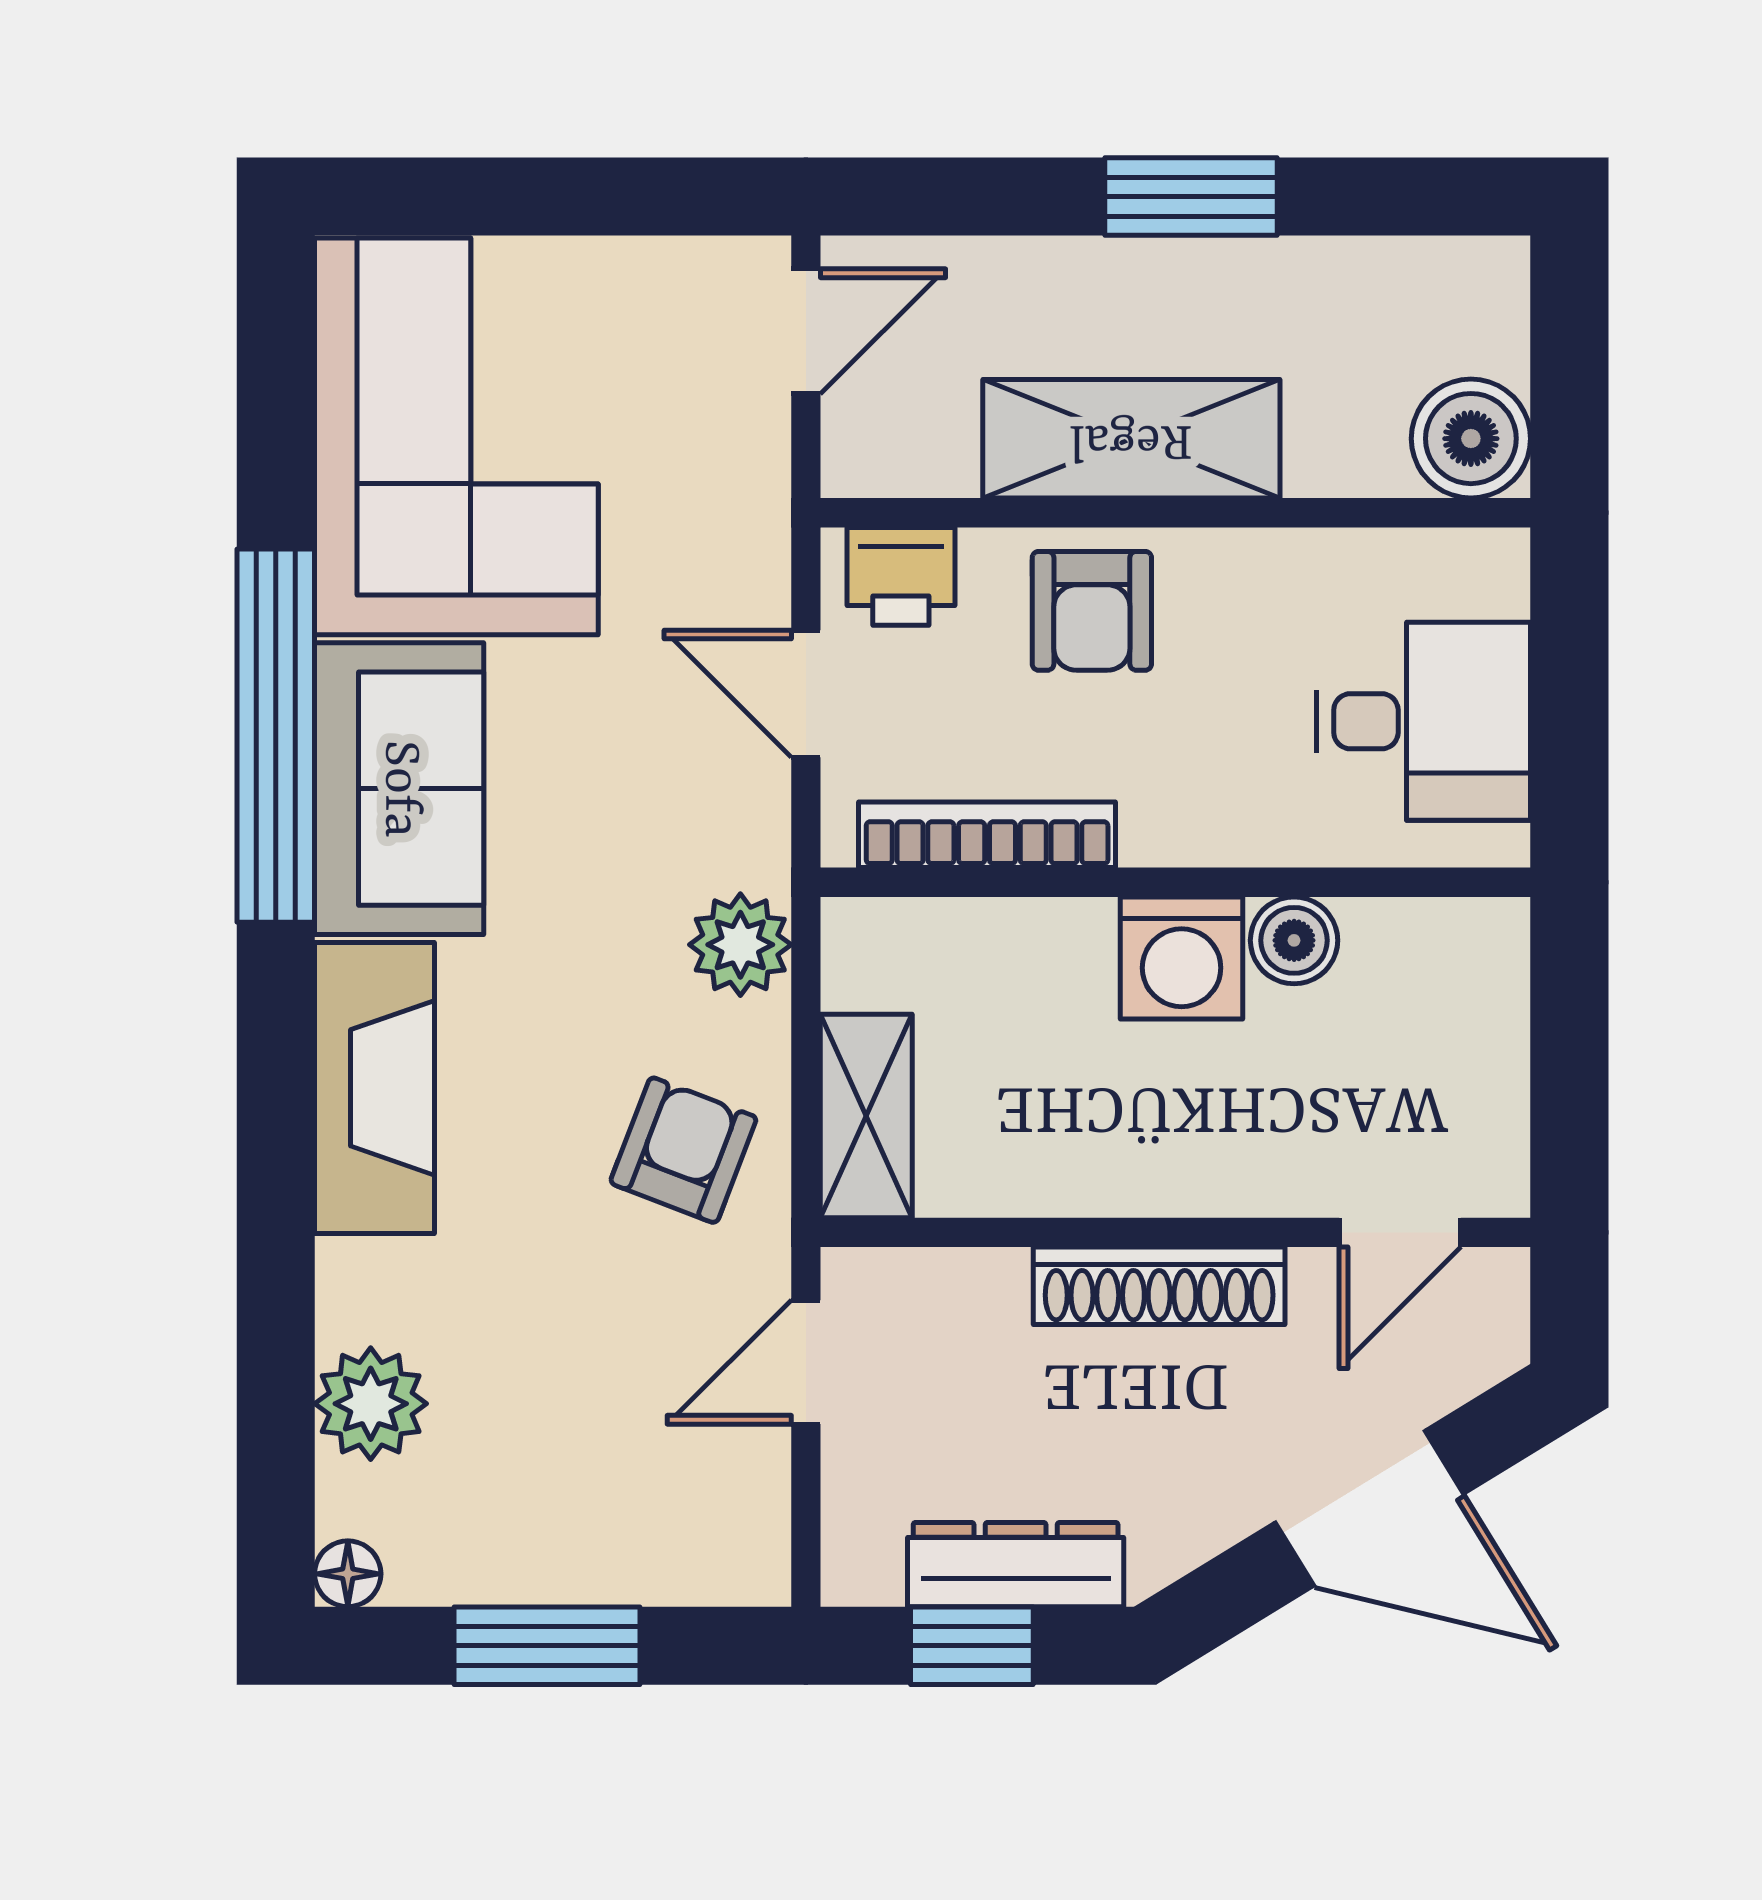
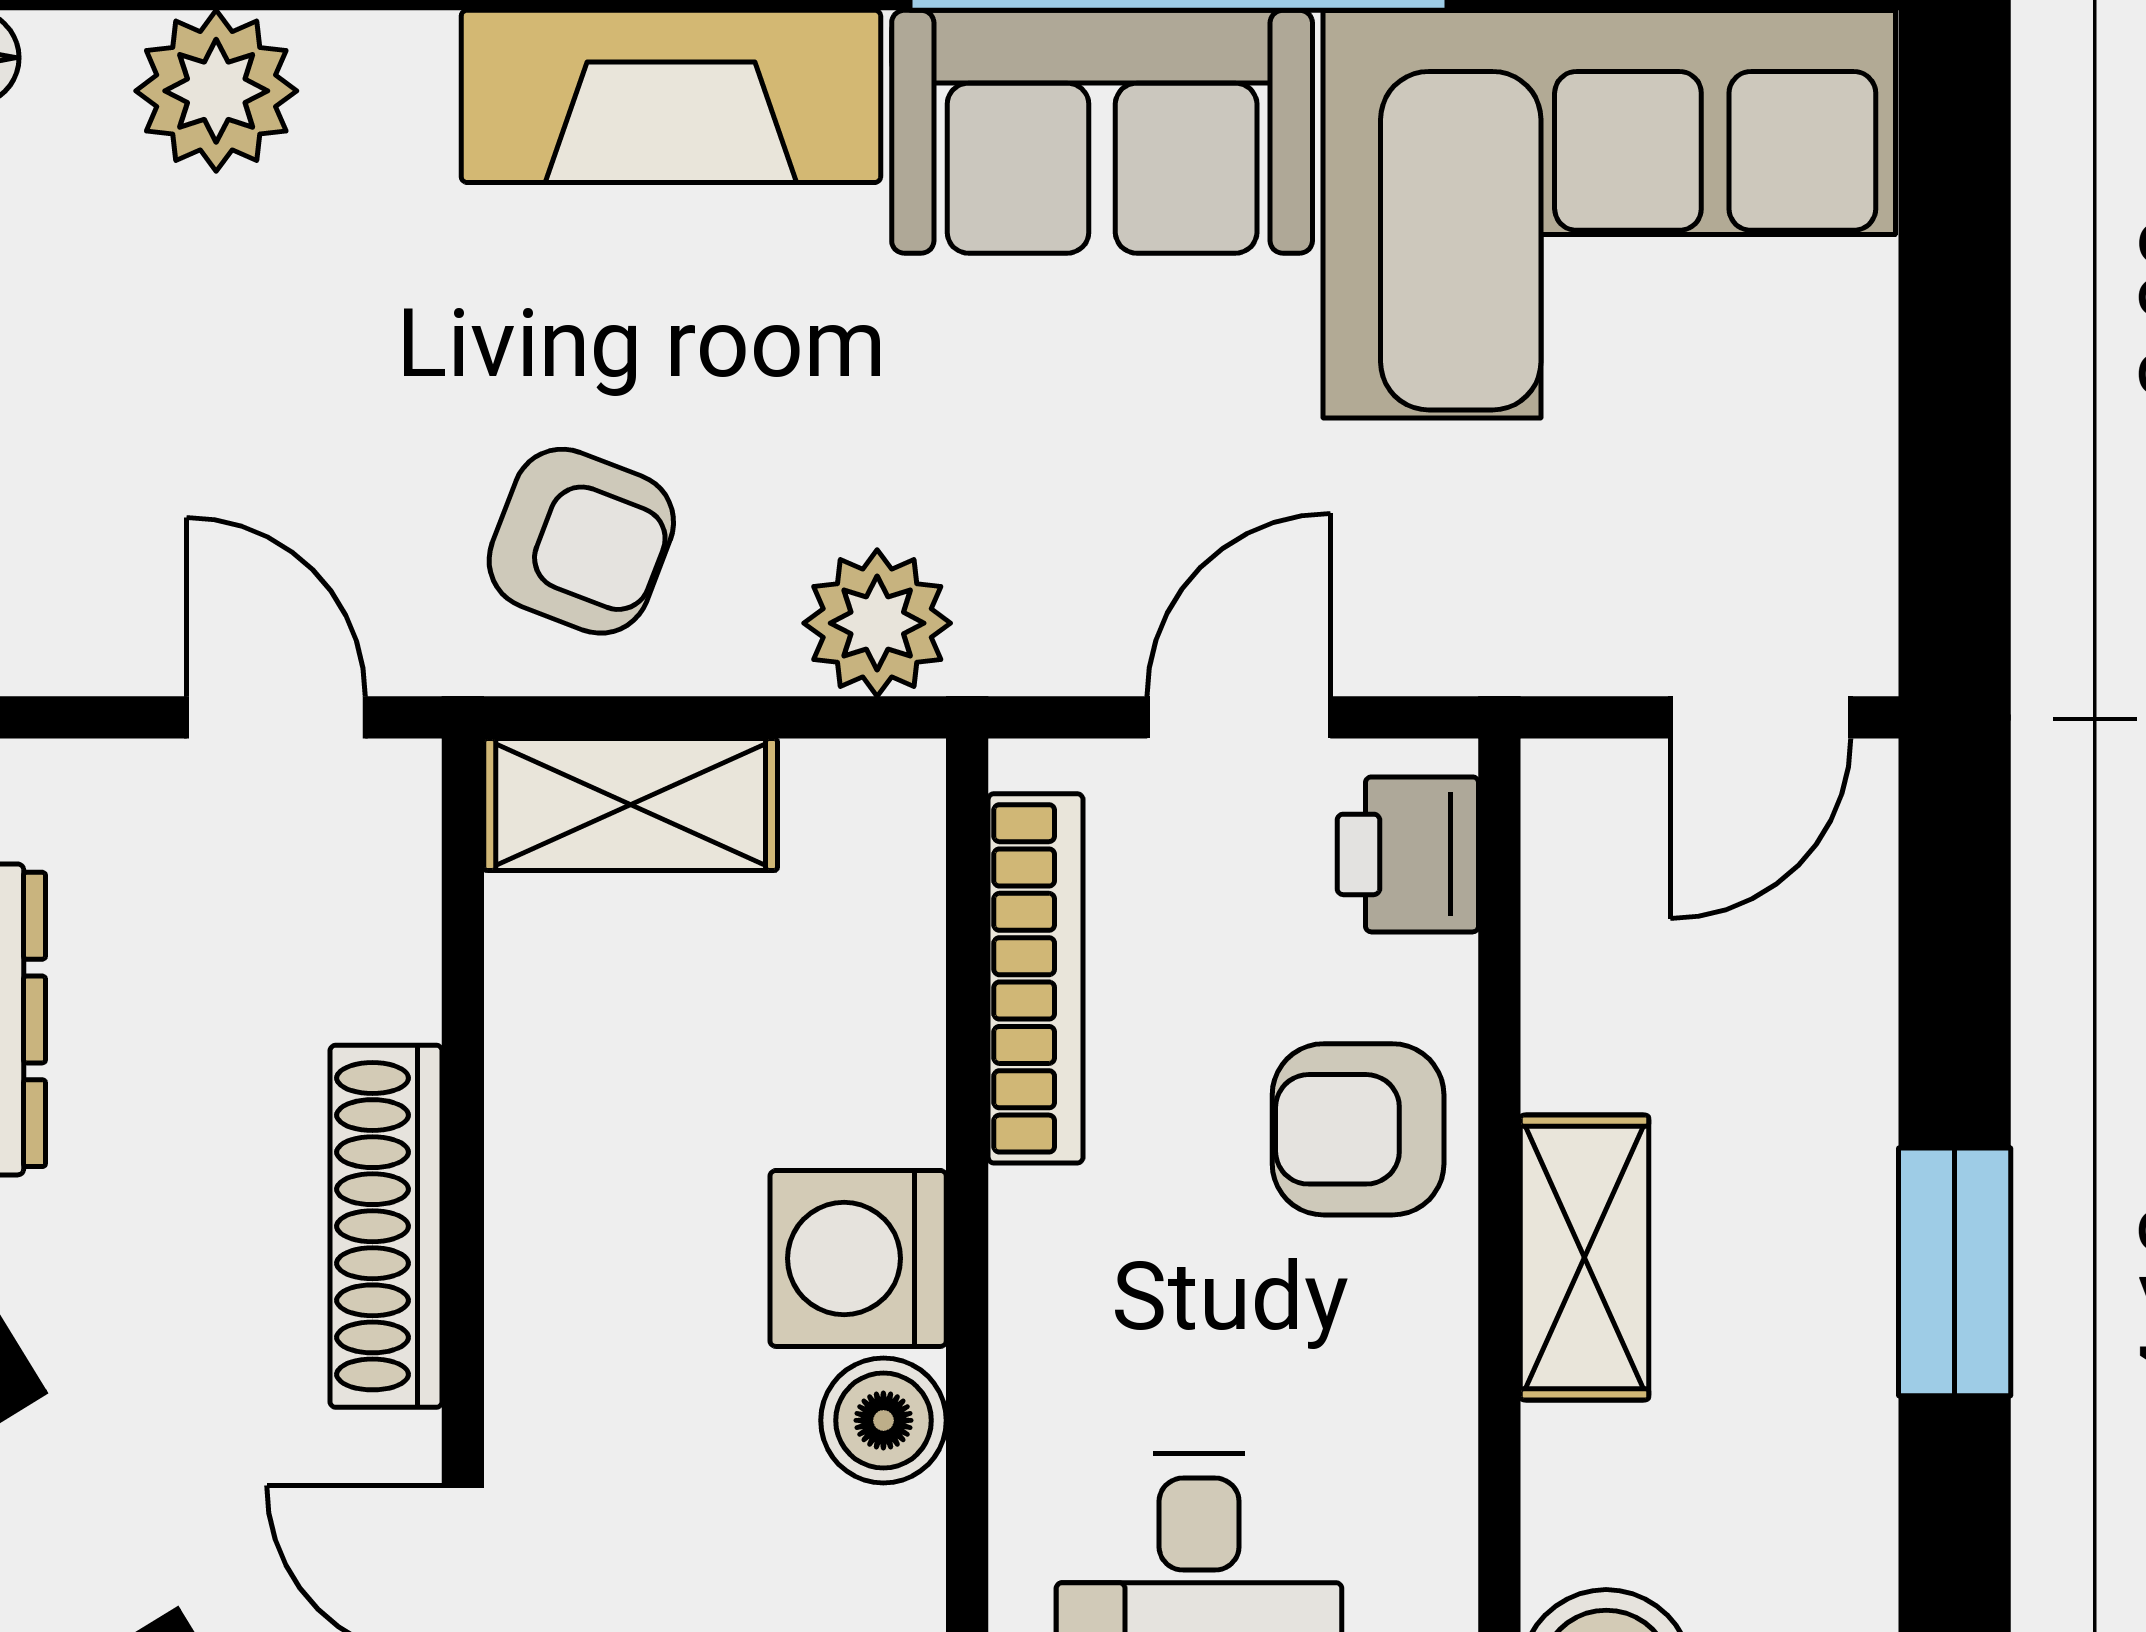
door: (806, 331) -> (1760, 717), hinge flipped
shelving: (1131, 439) -> (1585, 1258), width x0.67, depth x0.75

